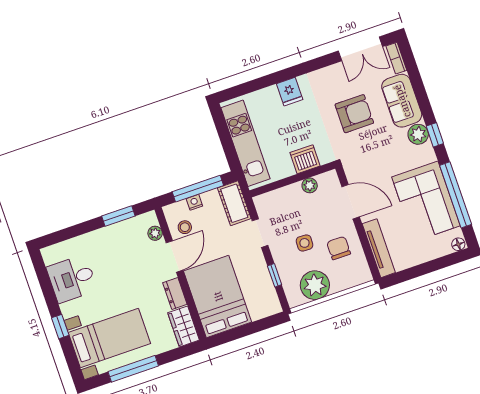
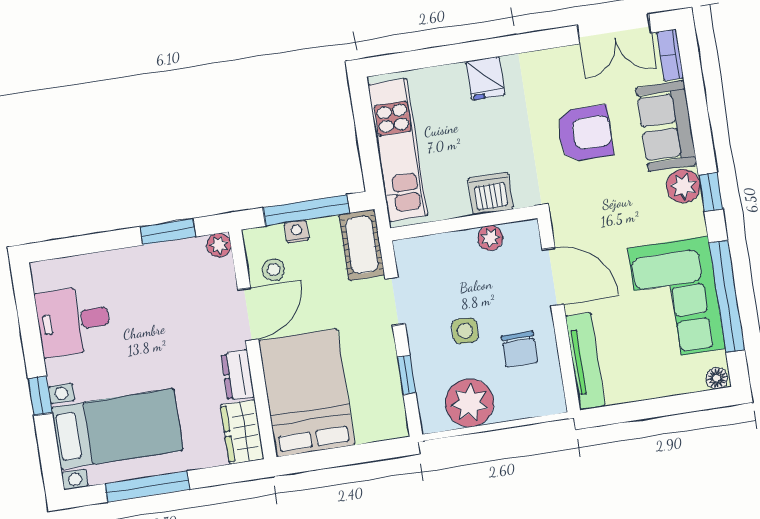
plant: (155, 233) -> (219, 245), moved
chair: (339, 248) -> (519, 349), turned 180

